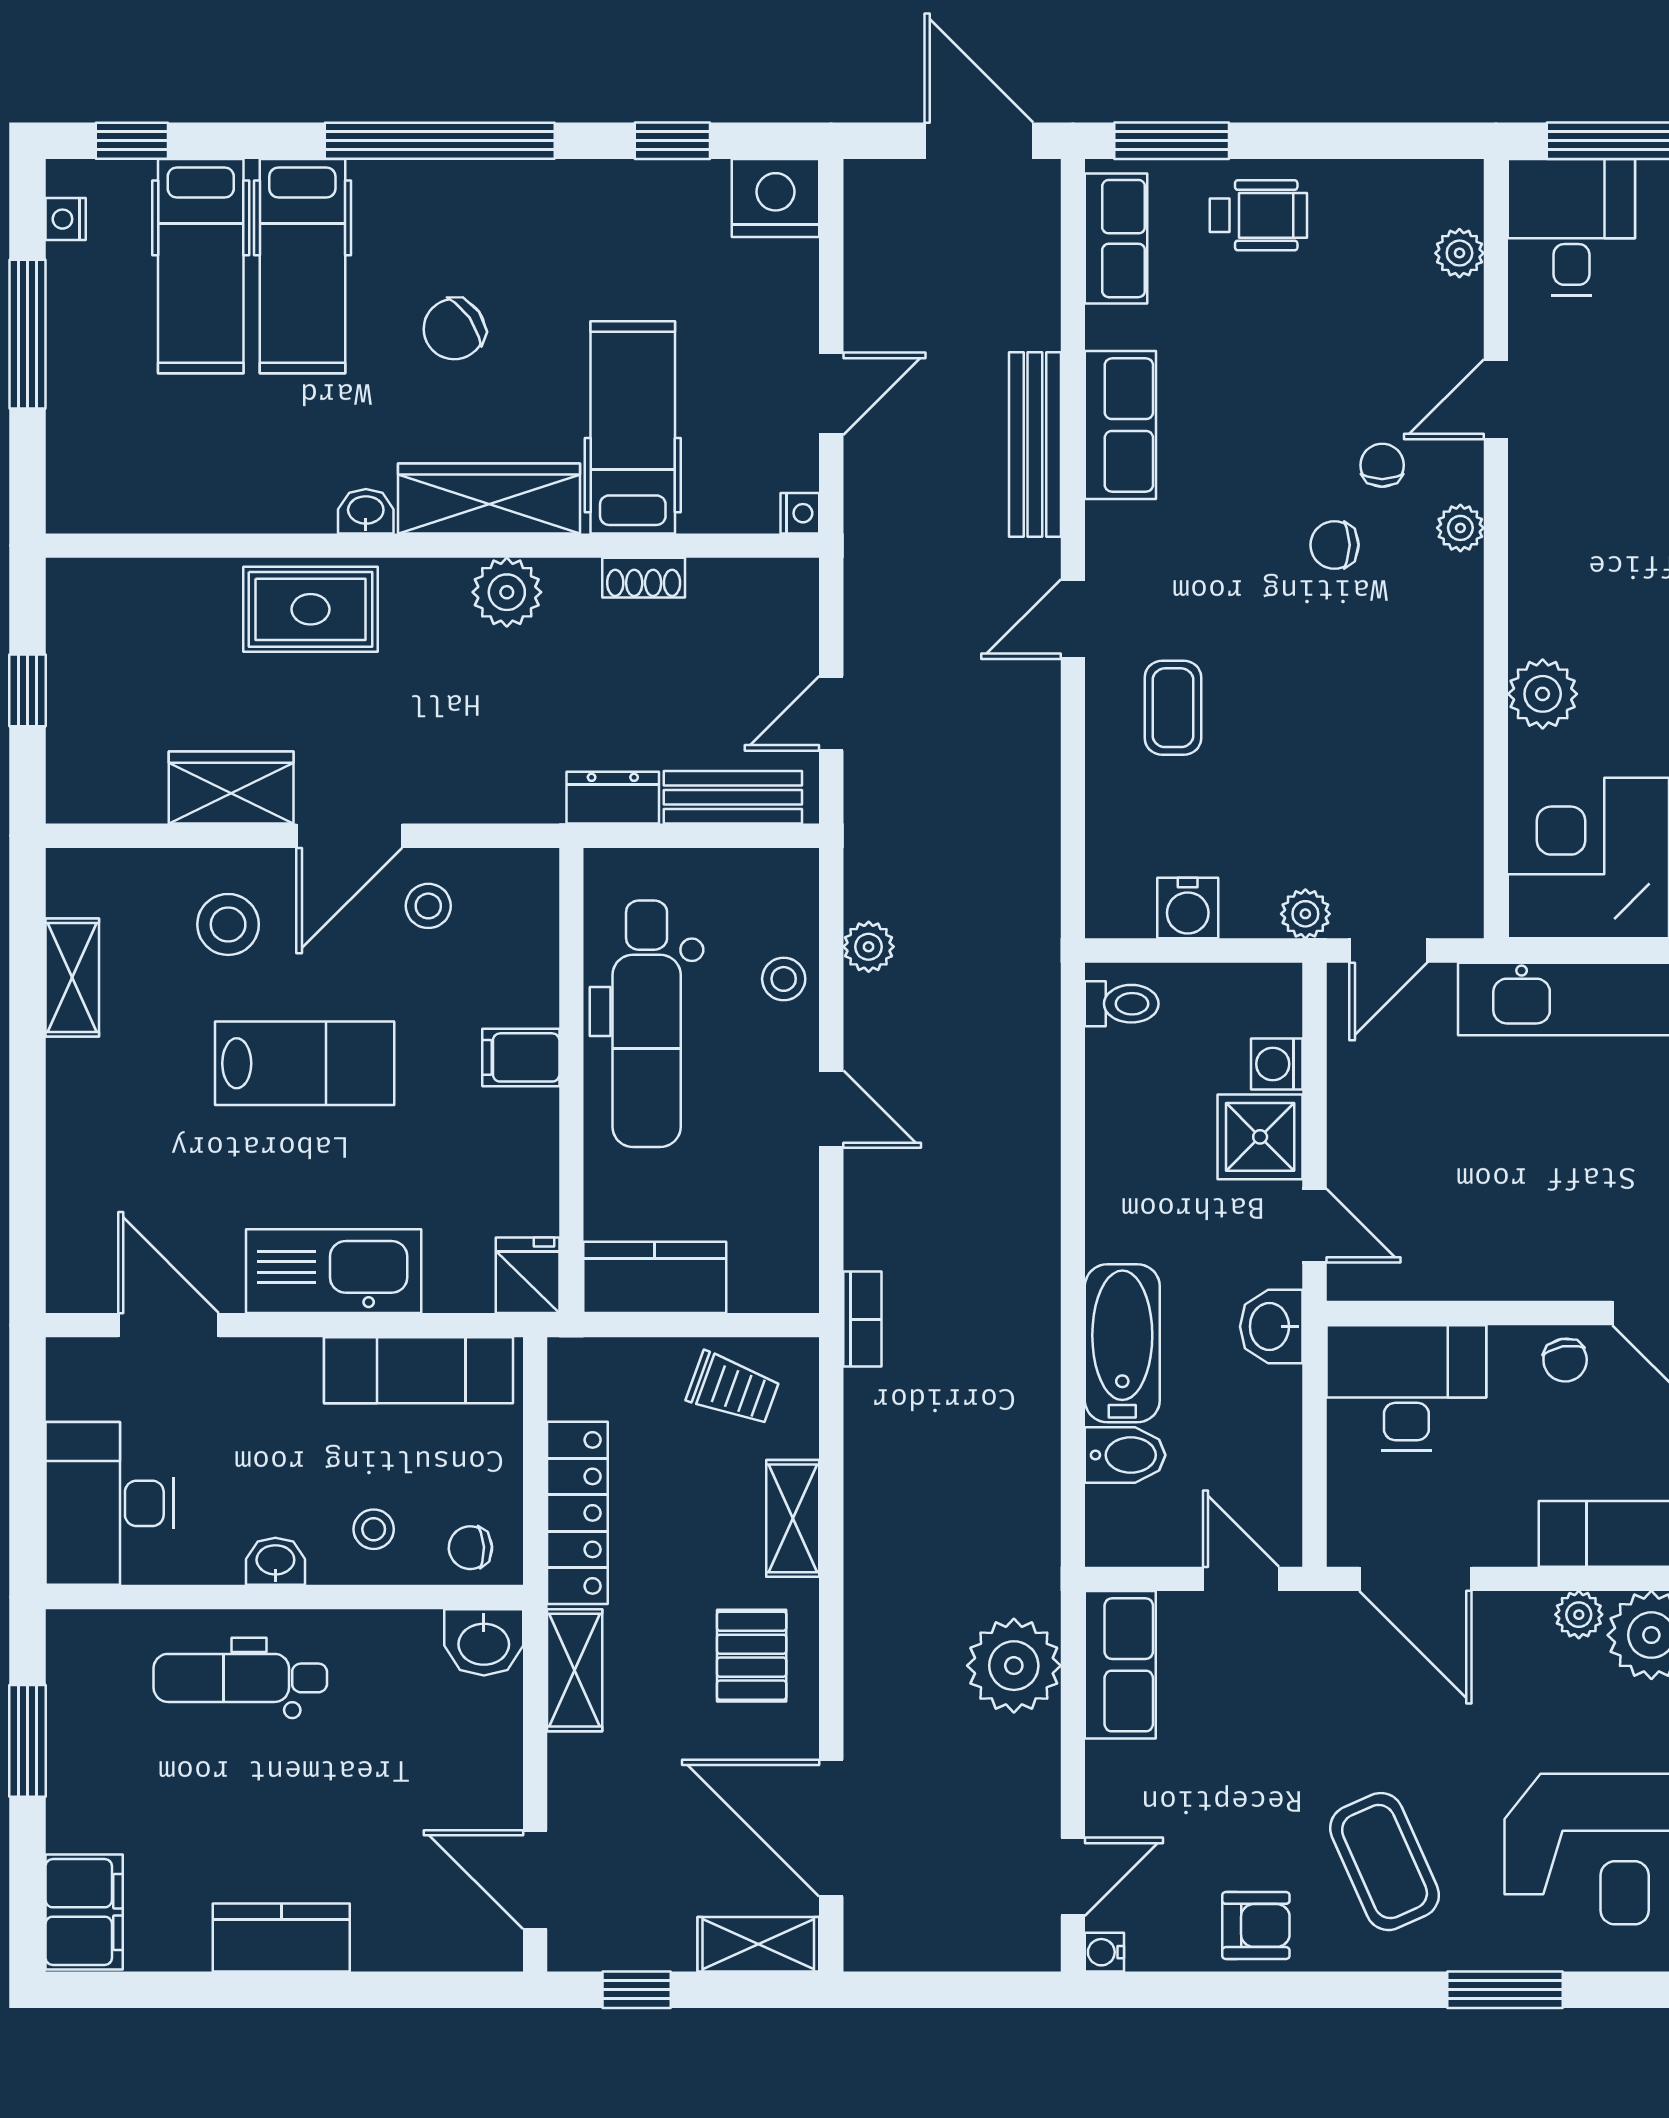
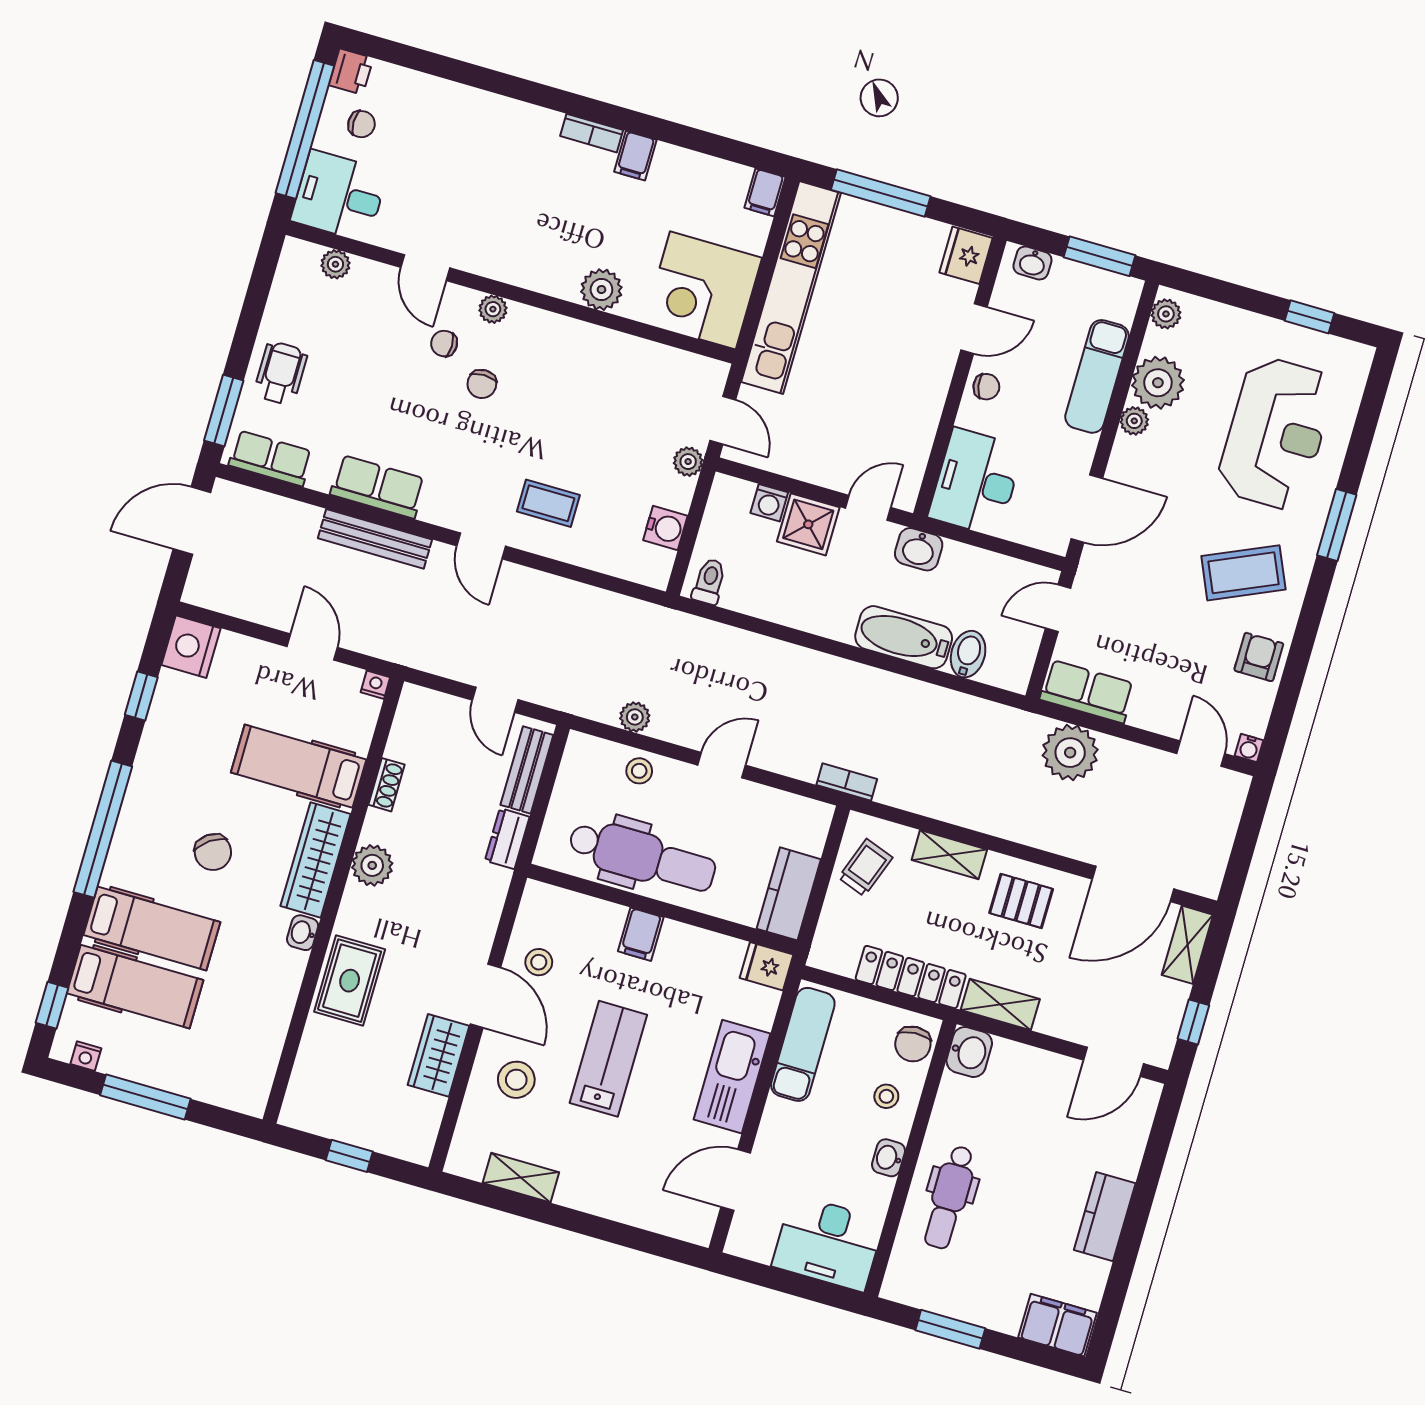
chair: (470, 1548) -> (913, 1044), width x1.37, depth x1.37

